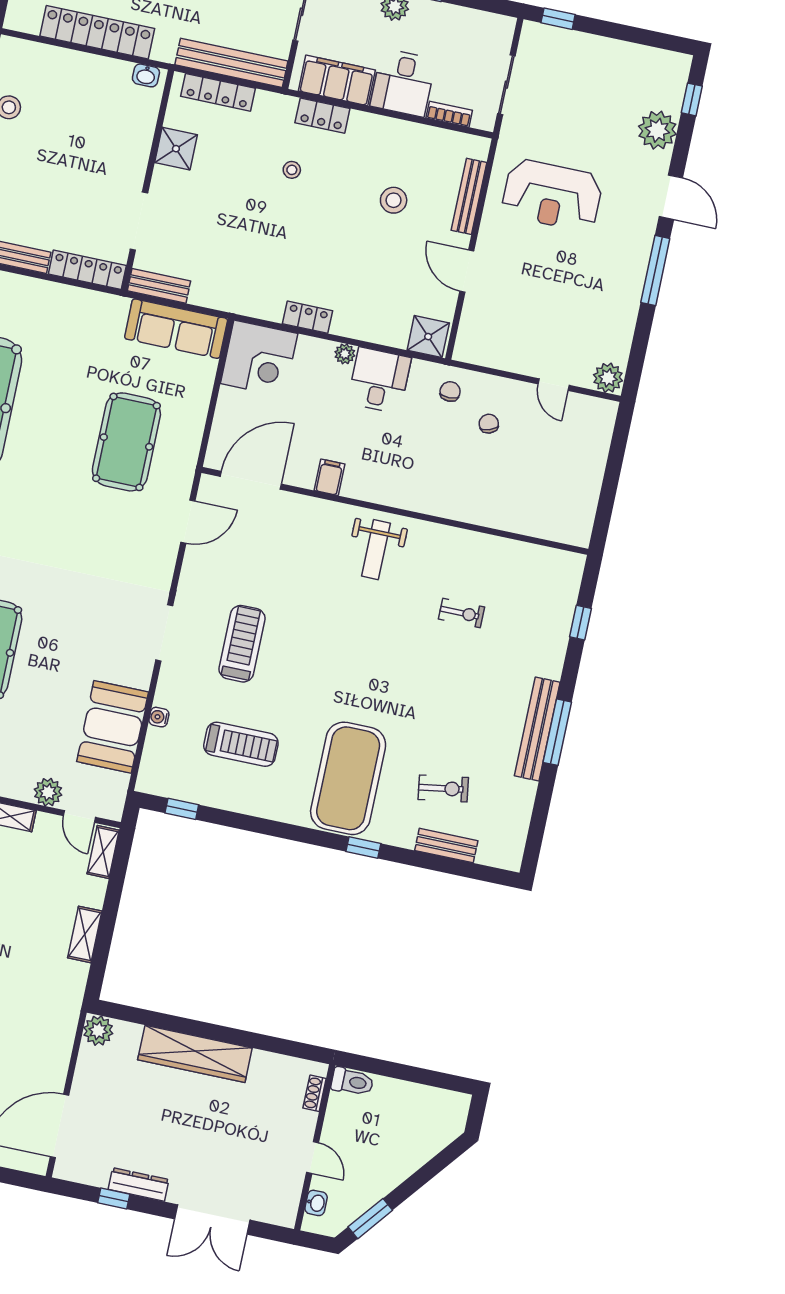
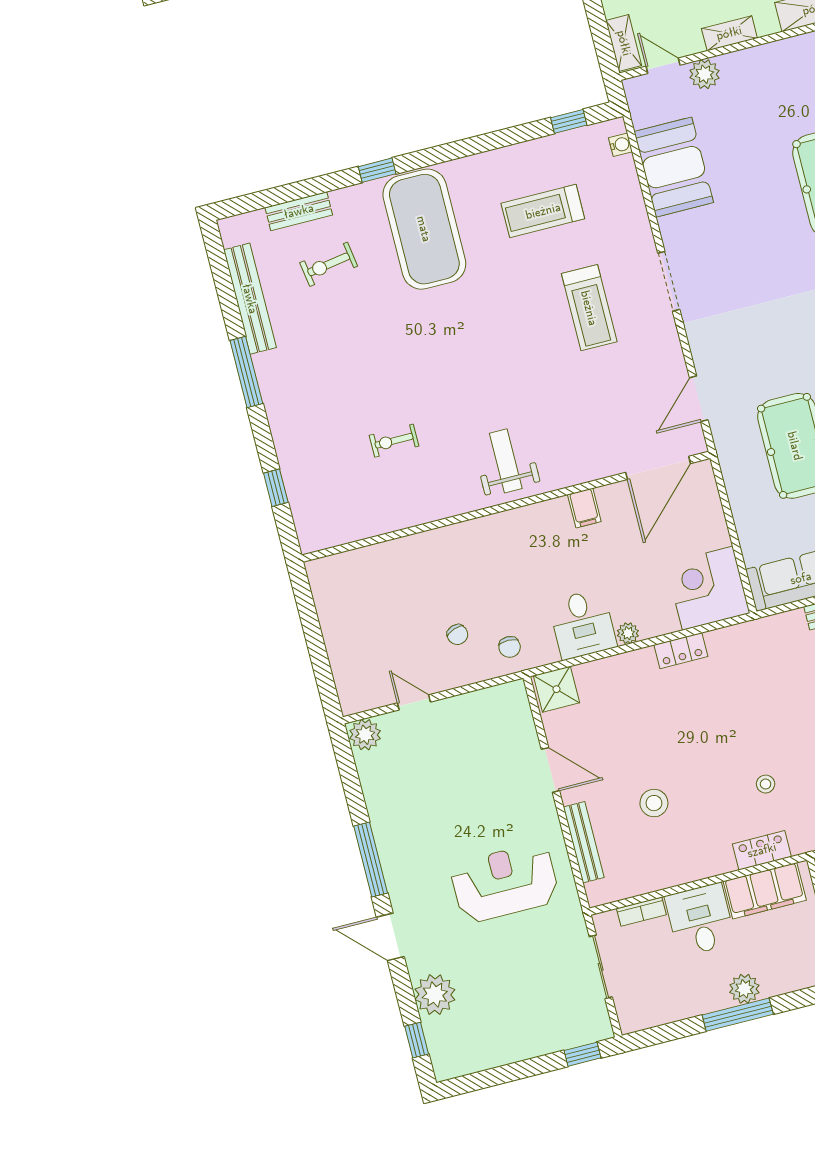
water cooler: (159, 717) -> (620, 145), moved
bench: (537, 729) -> (250, 299), moved

